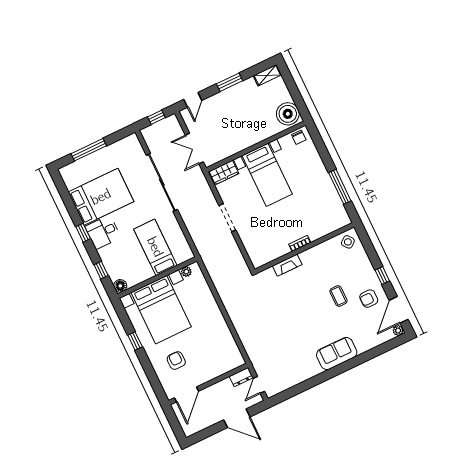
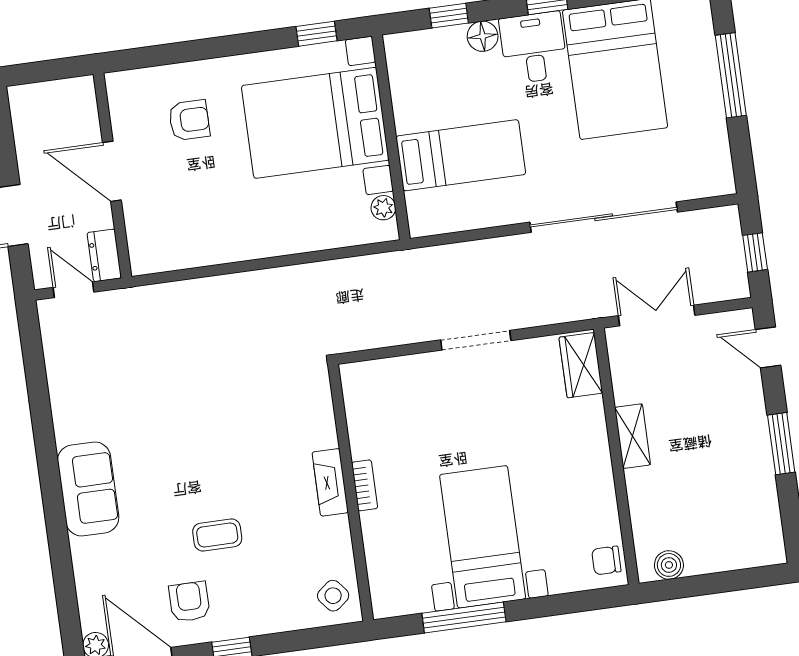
shelving: (267, 75) -> (633, 436), moved
boiler: (288, 114) -> (669, 565), width x0.54, depth x0.54
bed with nightstands: (267, 175) -> (483, 537), moved, turned 90
fireplace: (287, 265) -> (330, 482), moved
floor lamp: (120, 286) -> (483, 36), moved
window: (135, 341) -> (317, 34), moved
door: (186, 394) -> (112, 171), moved

